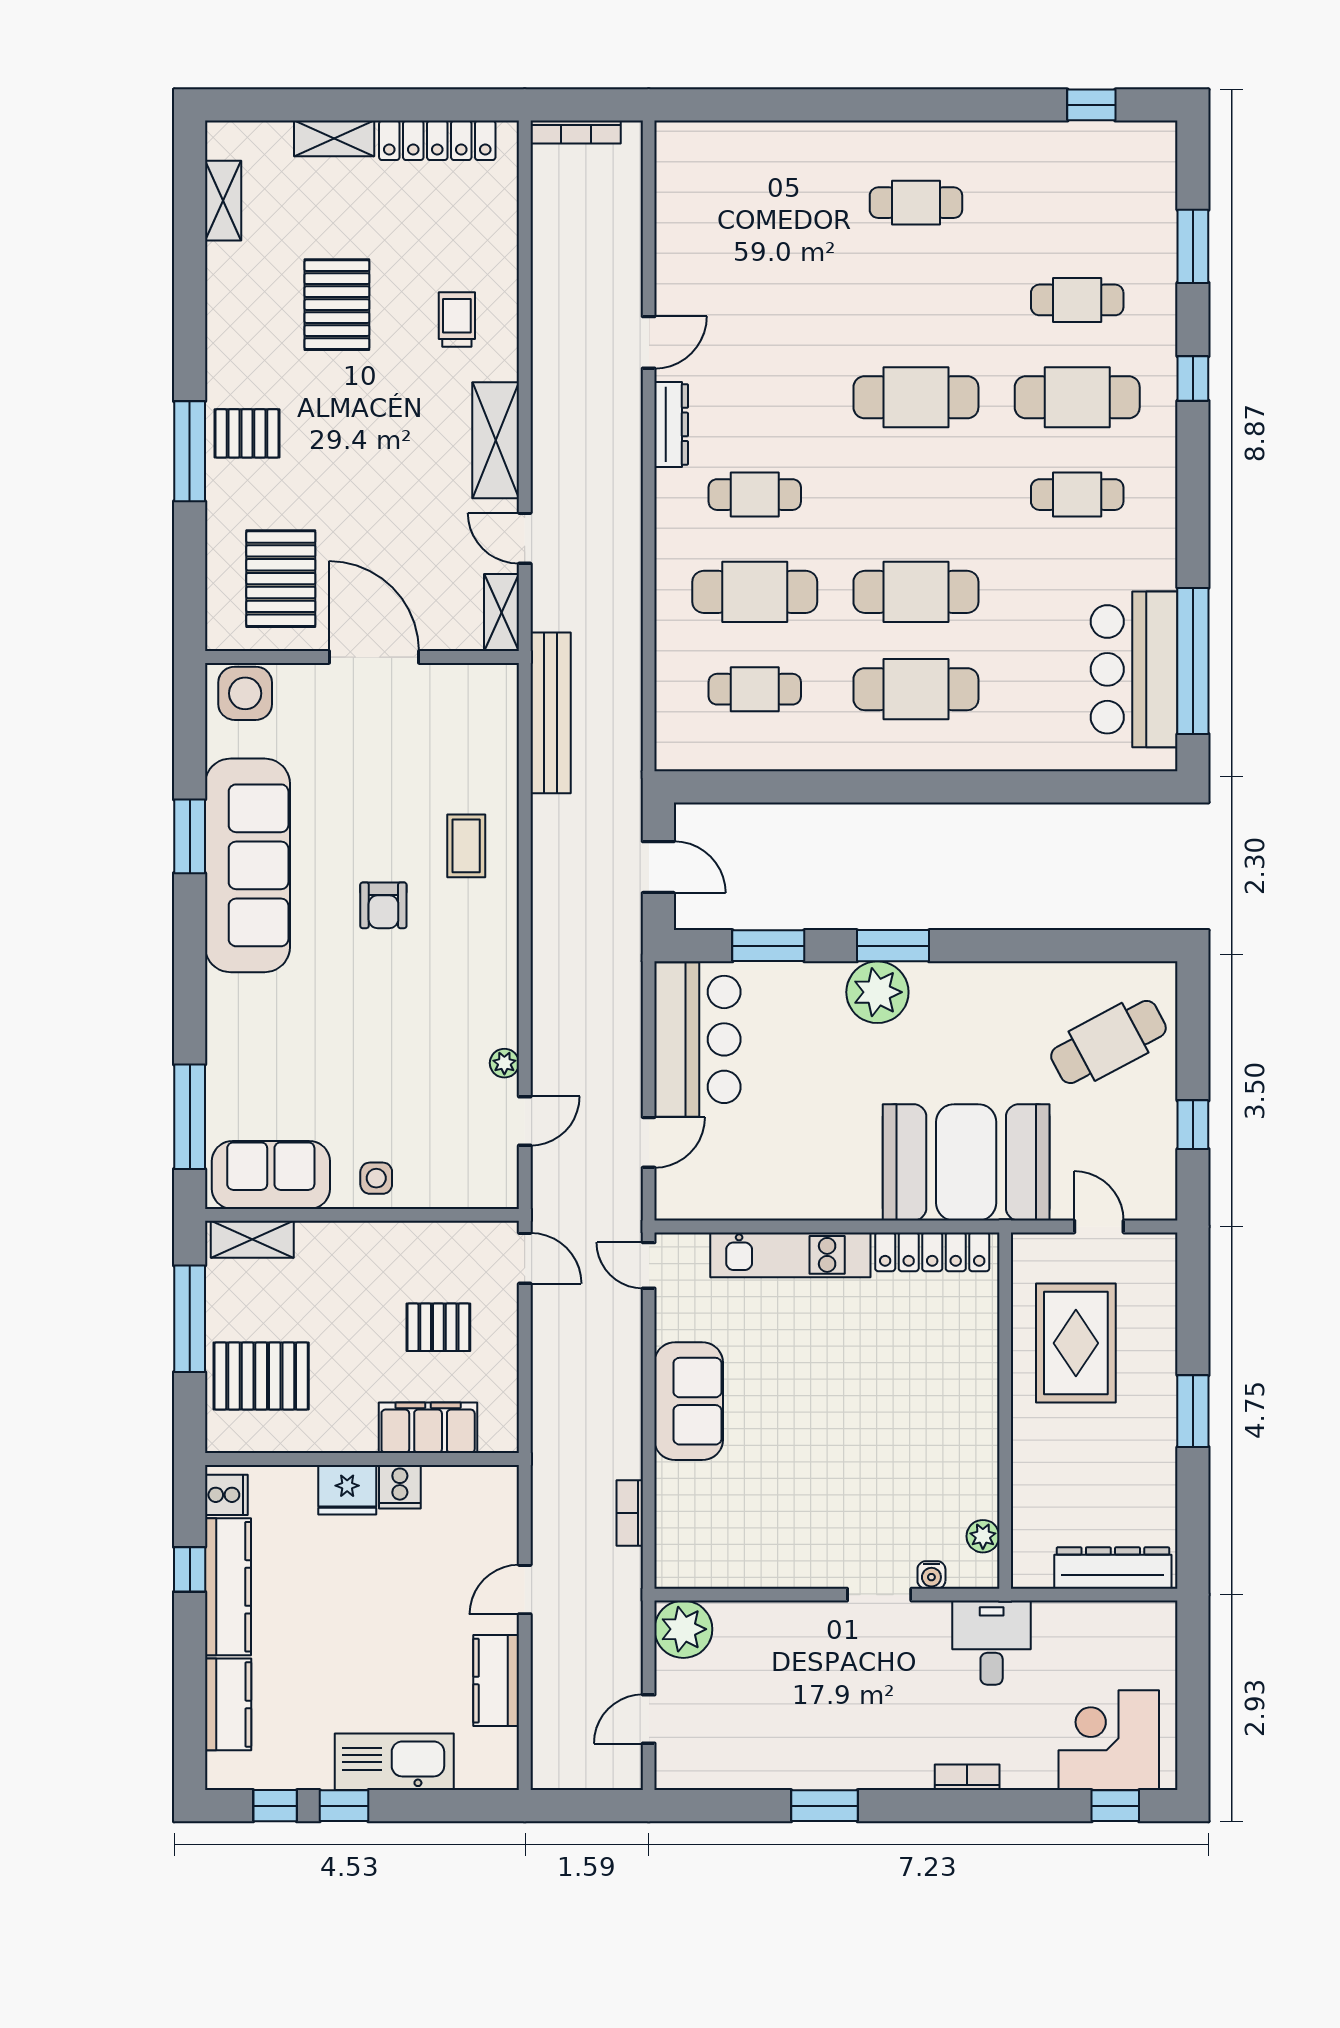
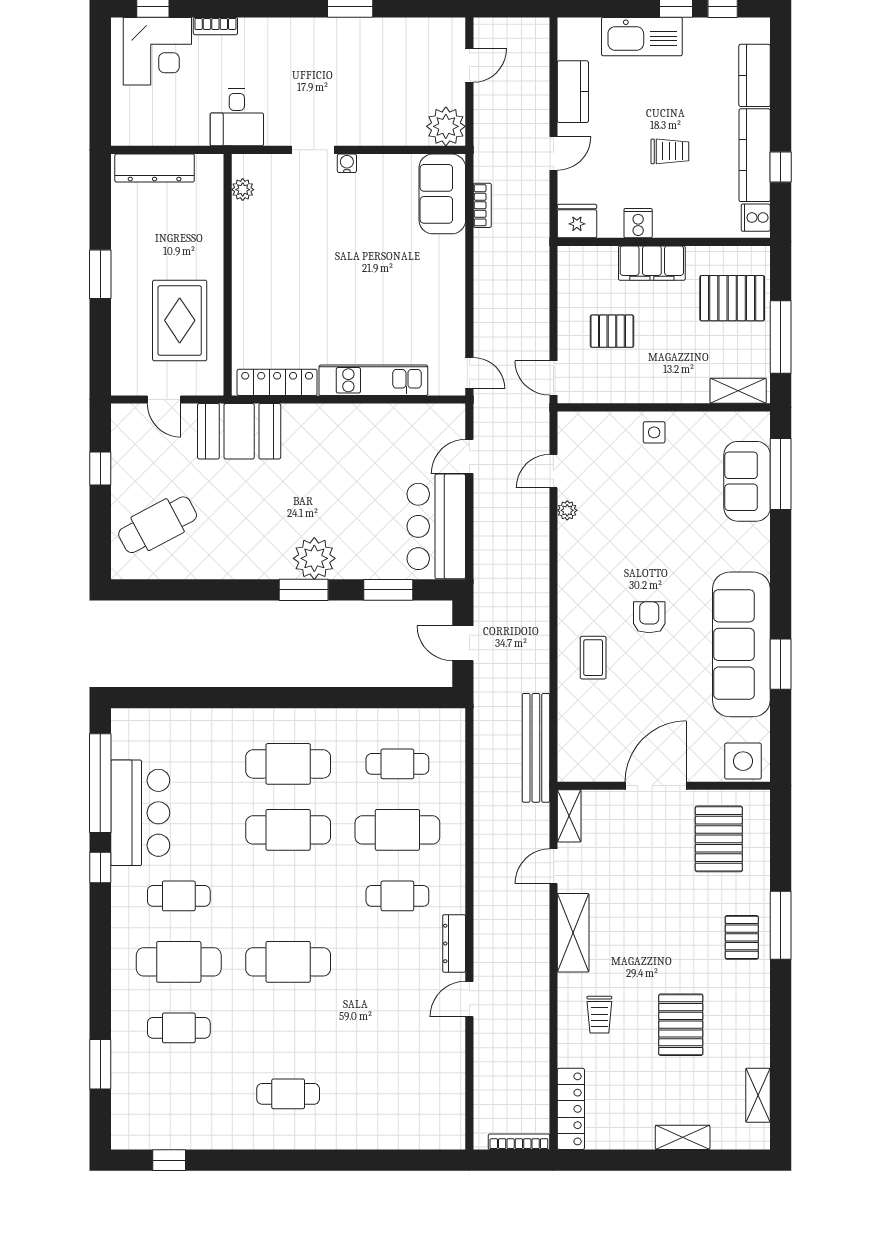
locker: (437, 140) -> (571, 1109), moved, turned 90
window: (1193, 378) -> (100, 868), moved
pallet: (247, 433) -> (742, 937), turned 90
door: (525, 538) -> (553, 866), swing flipped
door: (374, 657) -> (656, 786), swing flipped
bar counter: (1134, 669) -> (140, 813), moved
booth: (966, 1162) -> (239, 431), width x0.73, depth x0.70
sofa: (271, 1175) -> (747, 481), moved, turned 90
sofa: (689, 1401) -> (442, 194), moved
filing cabinet: (428, 1428) -> (652, 263), moved
fridge: (347, 1490) -> (577, 221), moved
water cooler: (931, 1575) -> (347, 163), moved
trolley: (353, 1592) -> (670, 151), added
bookcase: (967, 1777) -> (215, 26), moved

